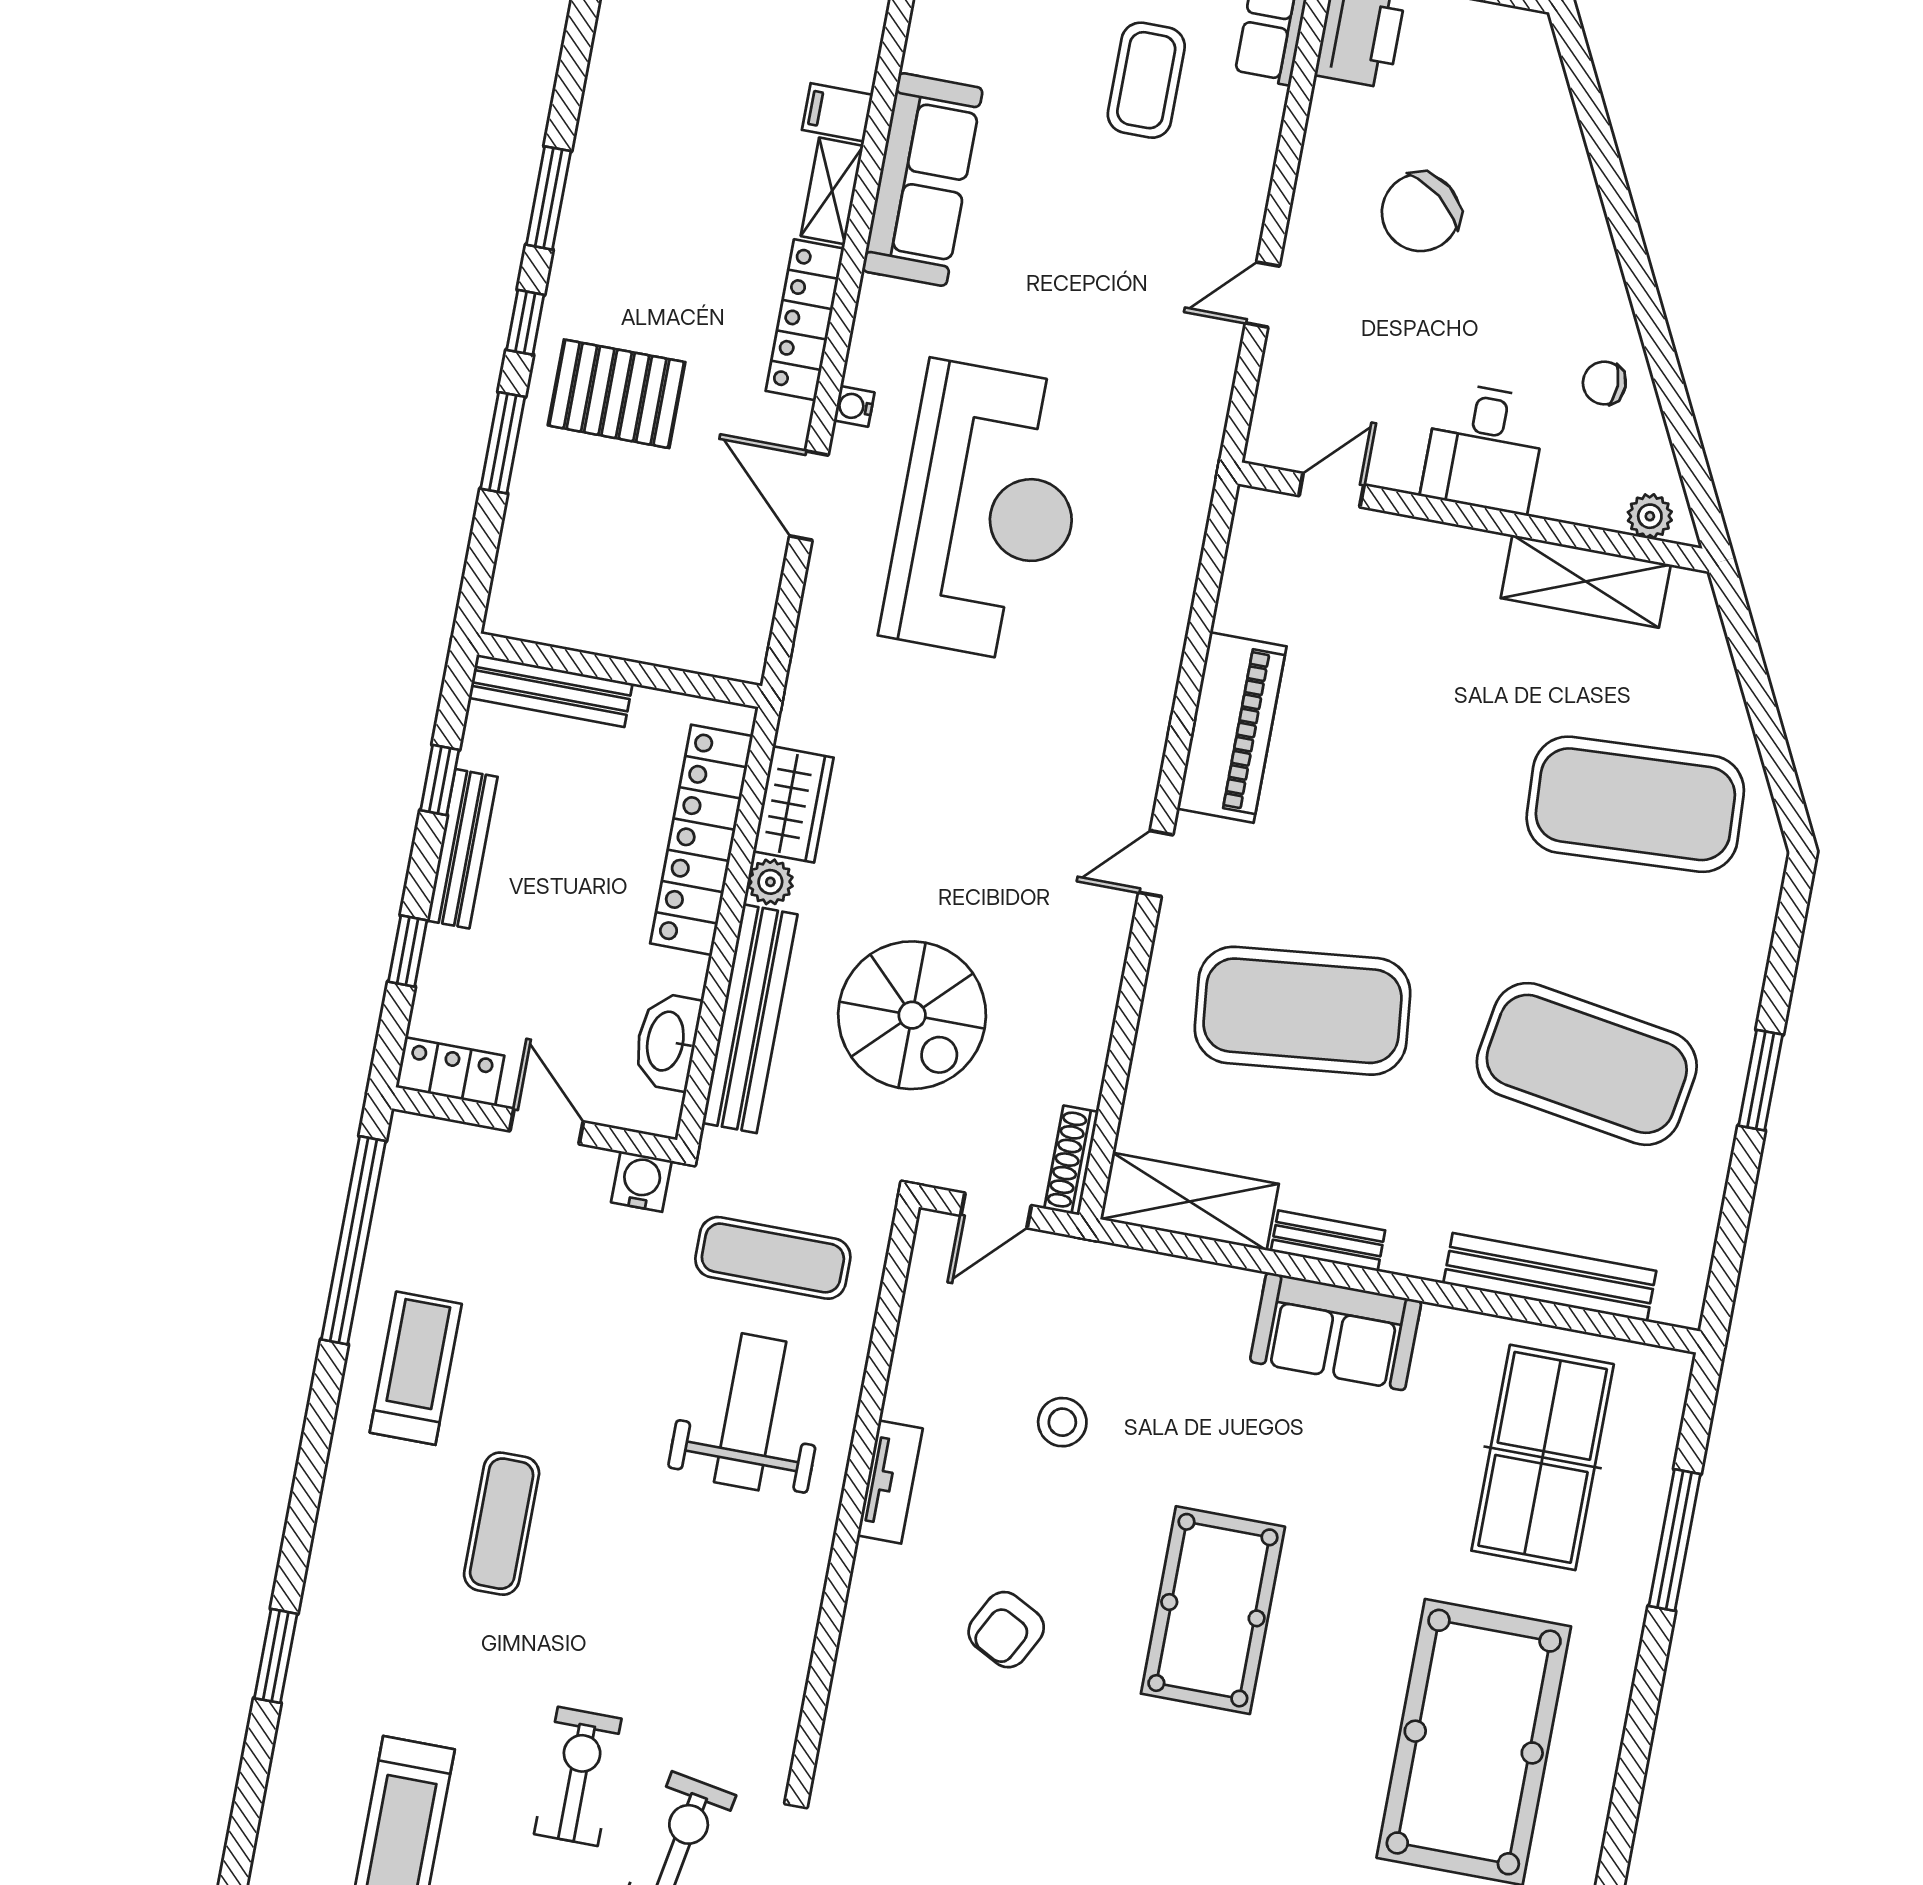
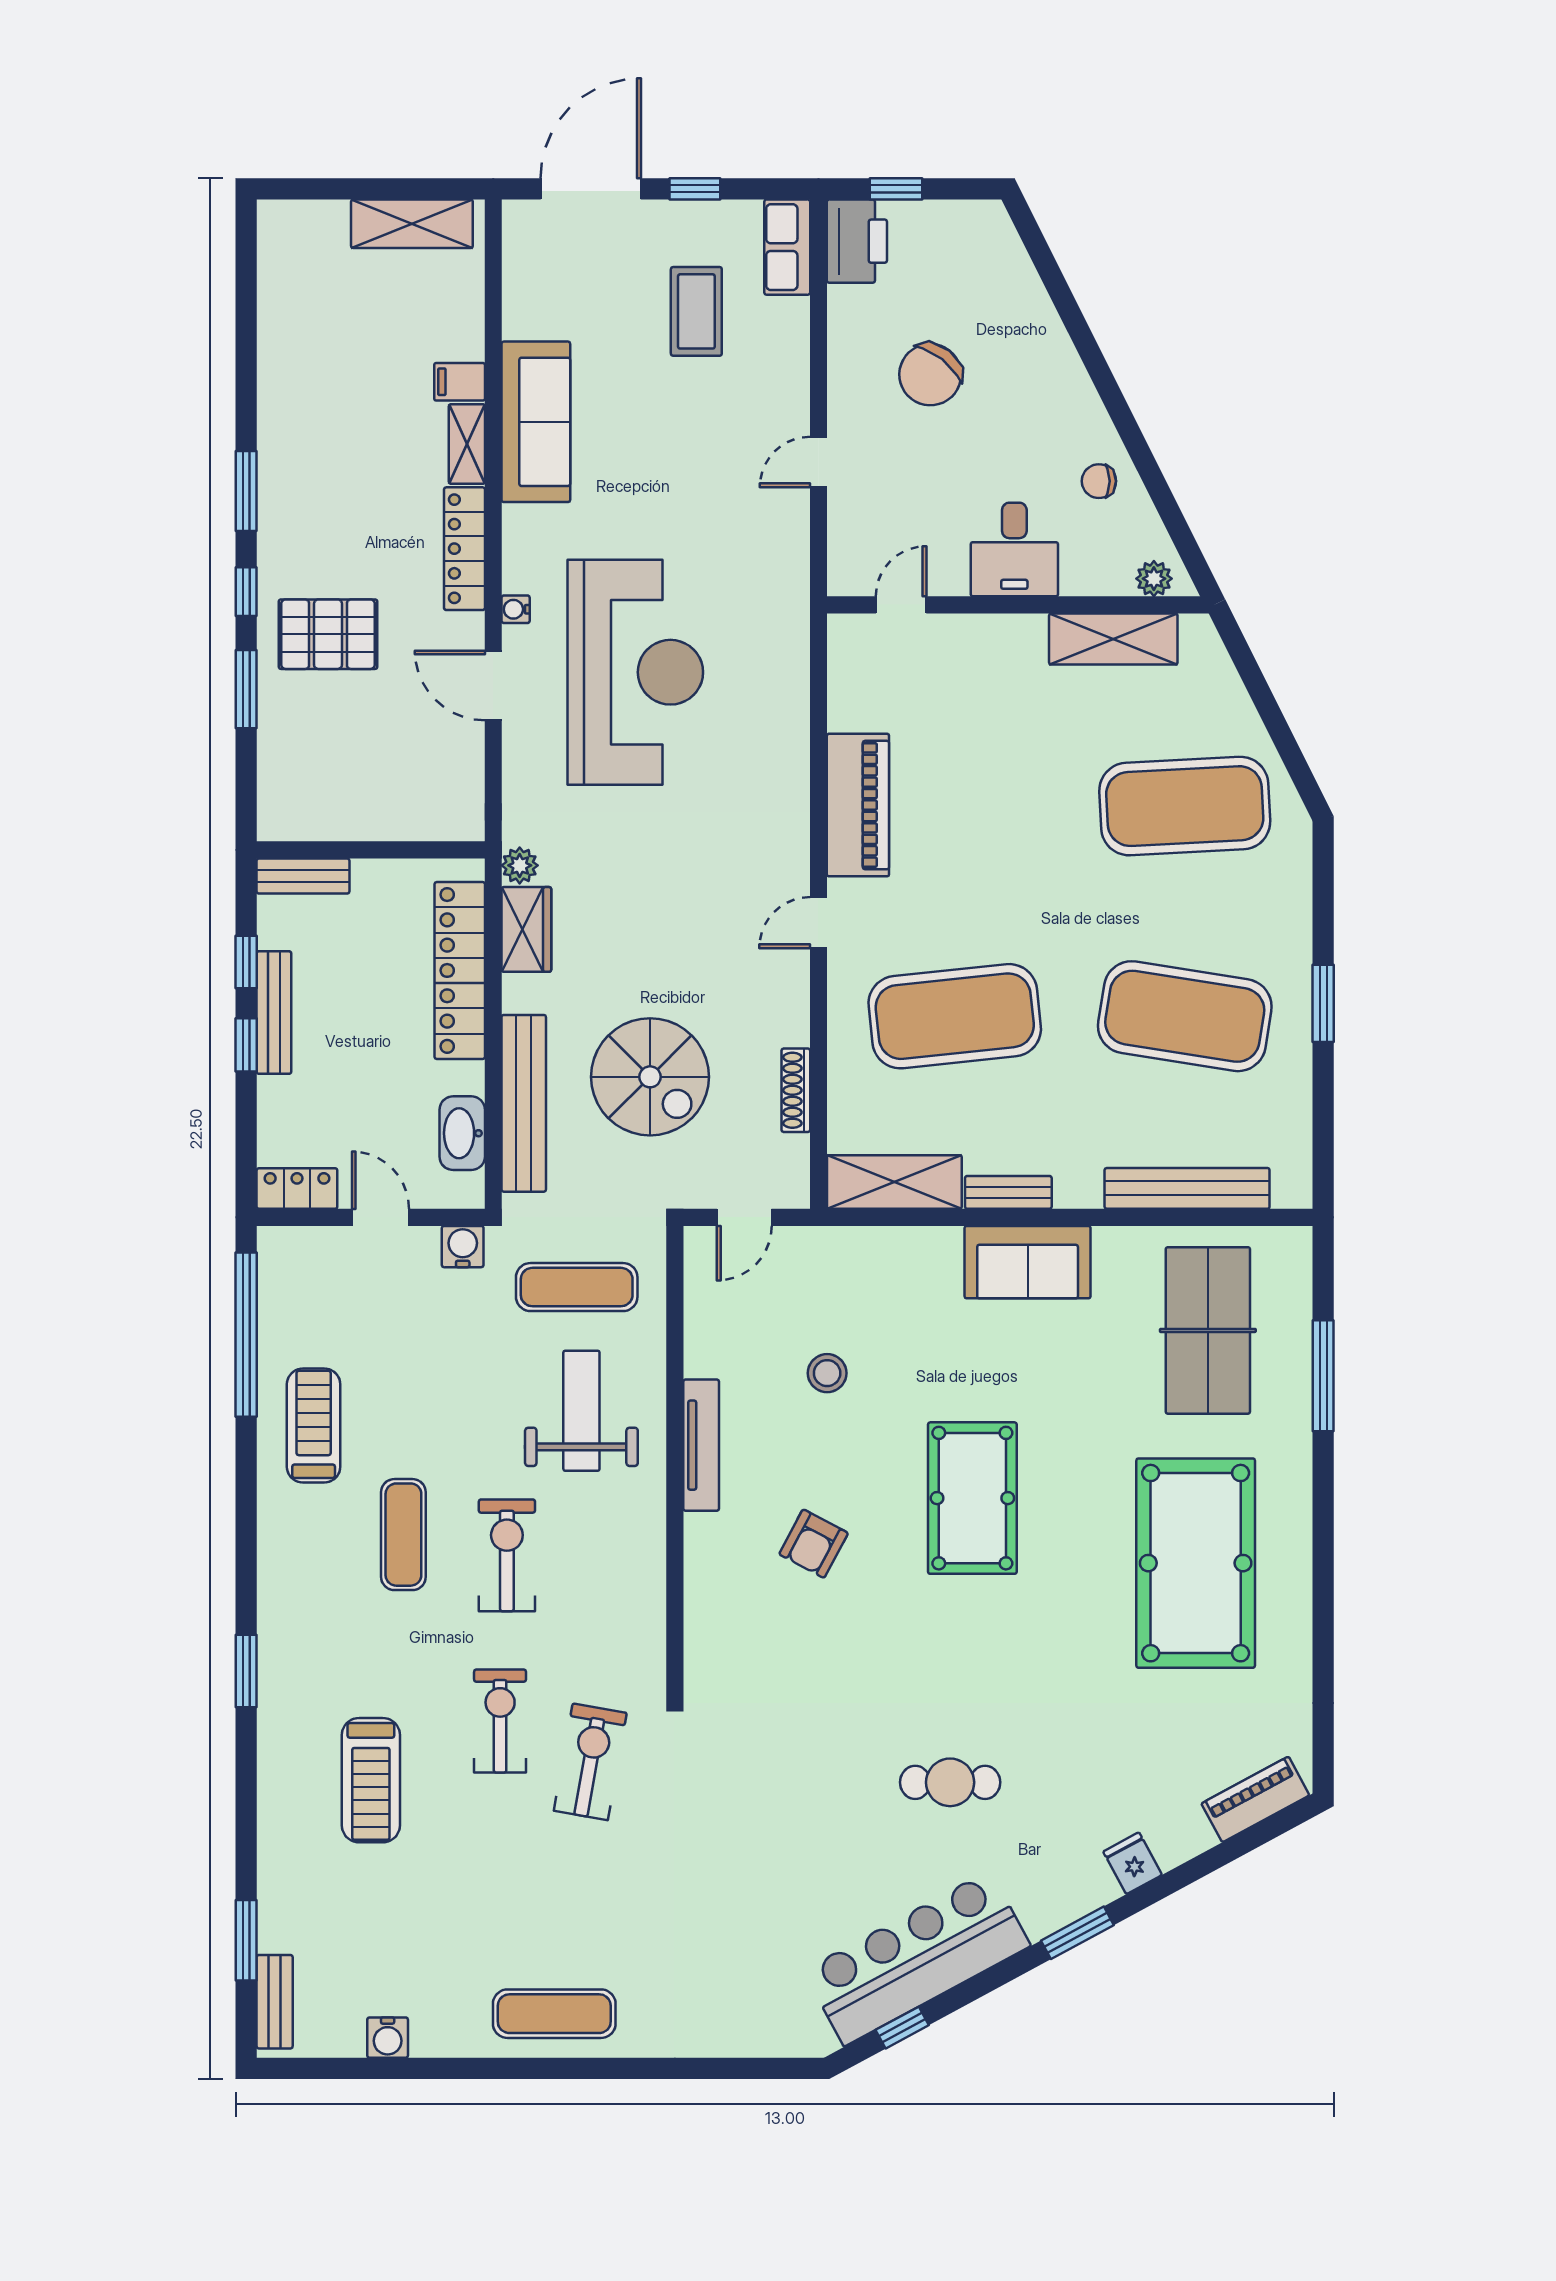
bench: (551, 691) -> (303, 876), width x0.73
plant: (770, 882) -> (520, 865), moved
window: (408, 951) -> (246, 1045), moved
shoe rack: (1071, 1160) -> (796, 1090), moved
tv unit: (890, 1482) -> (701, 1445), width x1.41
exercise bike: (625, 1573) -> (507, 1555), added

